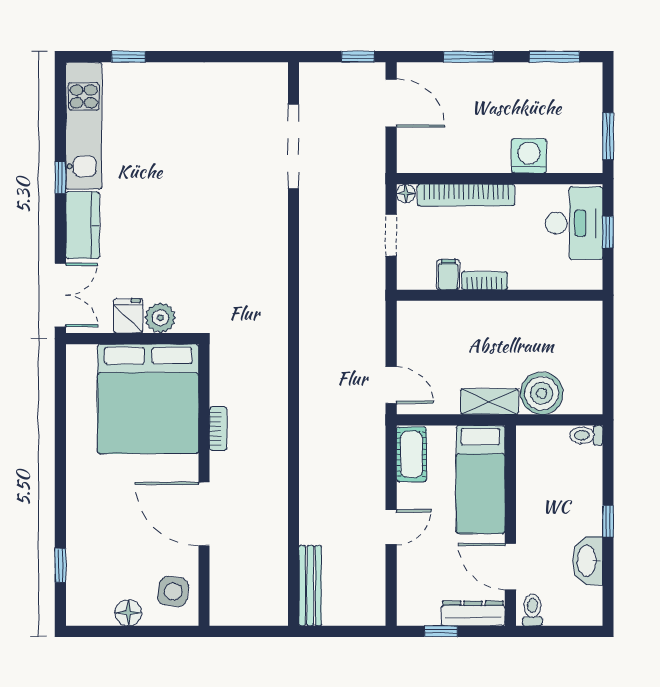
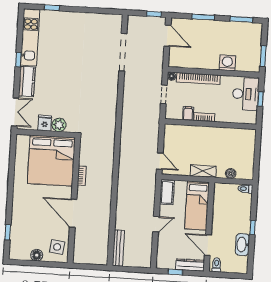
boiler: (542, 393) -> (231, 173), width x0.54, depth x0.54

